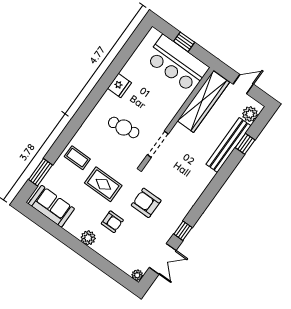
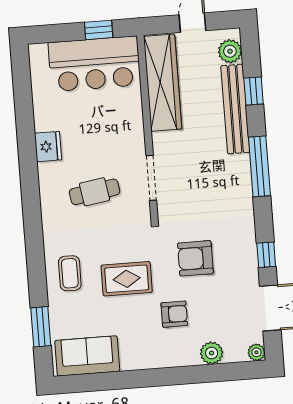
window: (184, 42) -> (99, 30), moved
coffee table: (77, 158) -> (70, 273), turned 90
window: (217, 184) -> (259, 166), added
plant: (88, 238) -> (212, 353), moved

